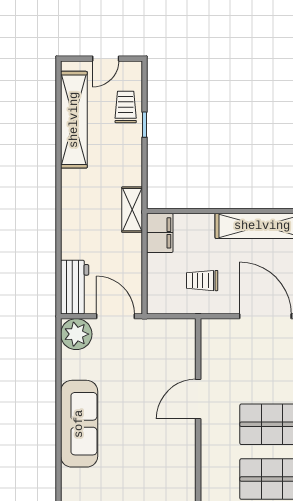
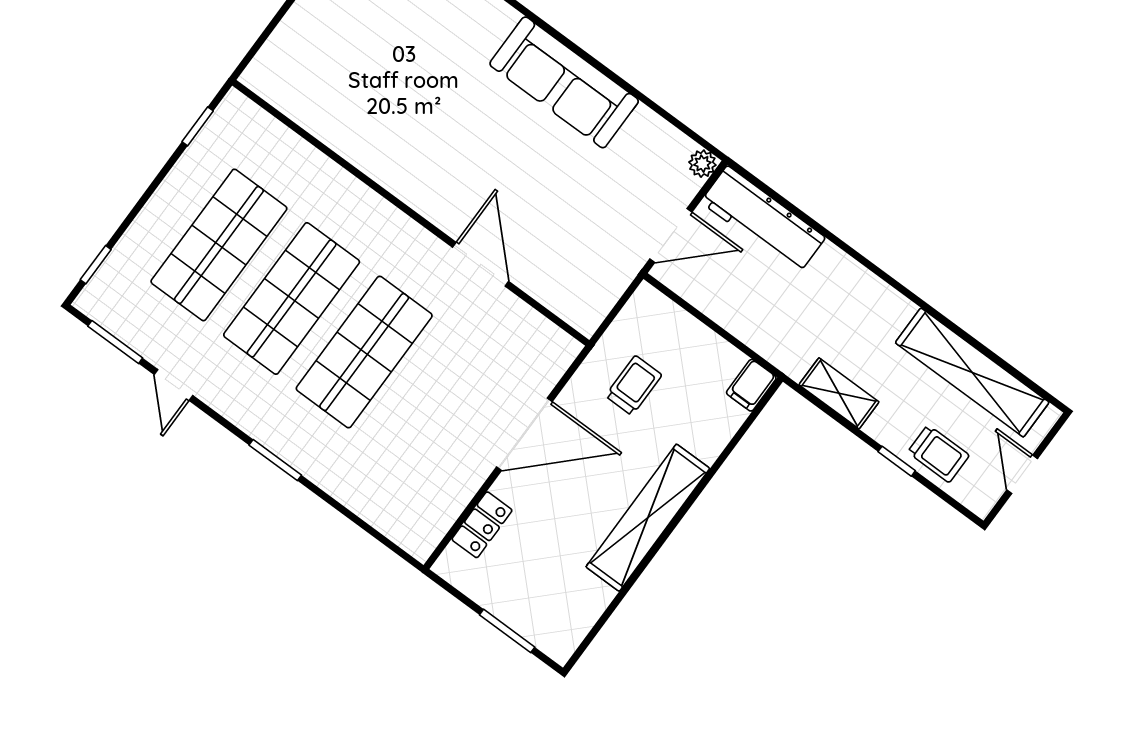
shelving: (132, 210) -> (839, 393), moved
filing cabinet: (160, 233) -> (751, 385), width x0.50
workbench: (75, 287) -> (763, 220), width x1.38
plant: (76, 334) -> (702, 164), width x0.53, depth x0.53

